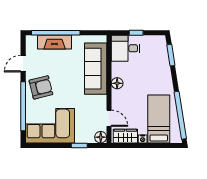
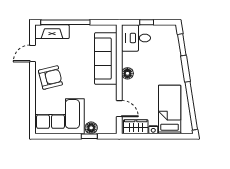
fireplace: (55, 42) -> (52, 32), moved
window: (23, 106) -> (32, 97), removed
floor lamp: (101, 137) -> (91, 128), moved

